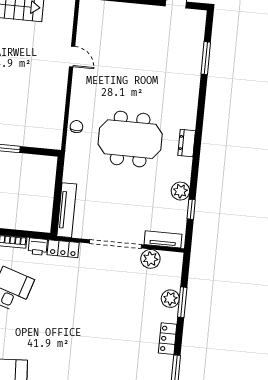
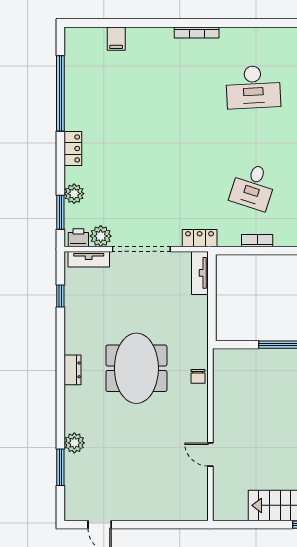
meeting table: (130, 139) -> (136, 368), turned 90
plant: (180, 191) -> (74, 443), moved
tv unit: (67, 210) -> (200, 273), width x0.71
printer: (38, 247) -> (78, 238), moved
window: (182, 302) -> (60, 212), moved

